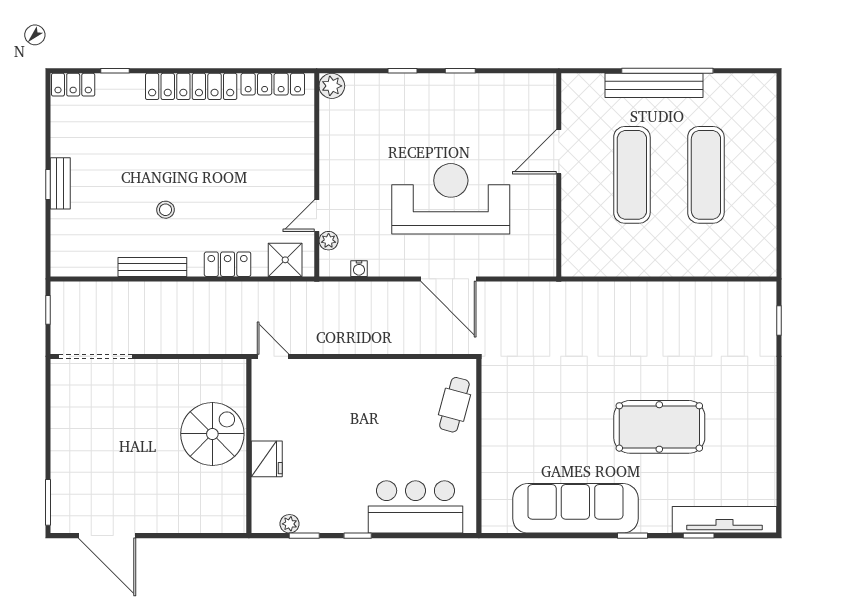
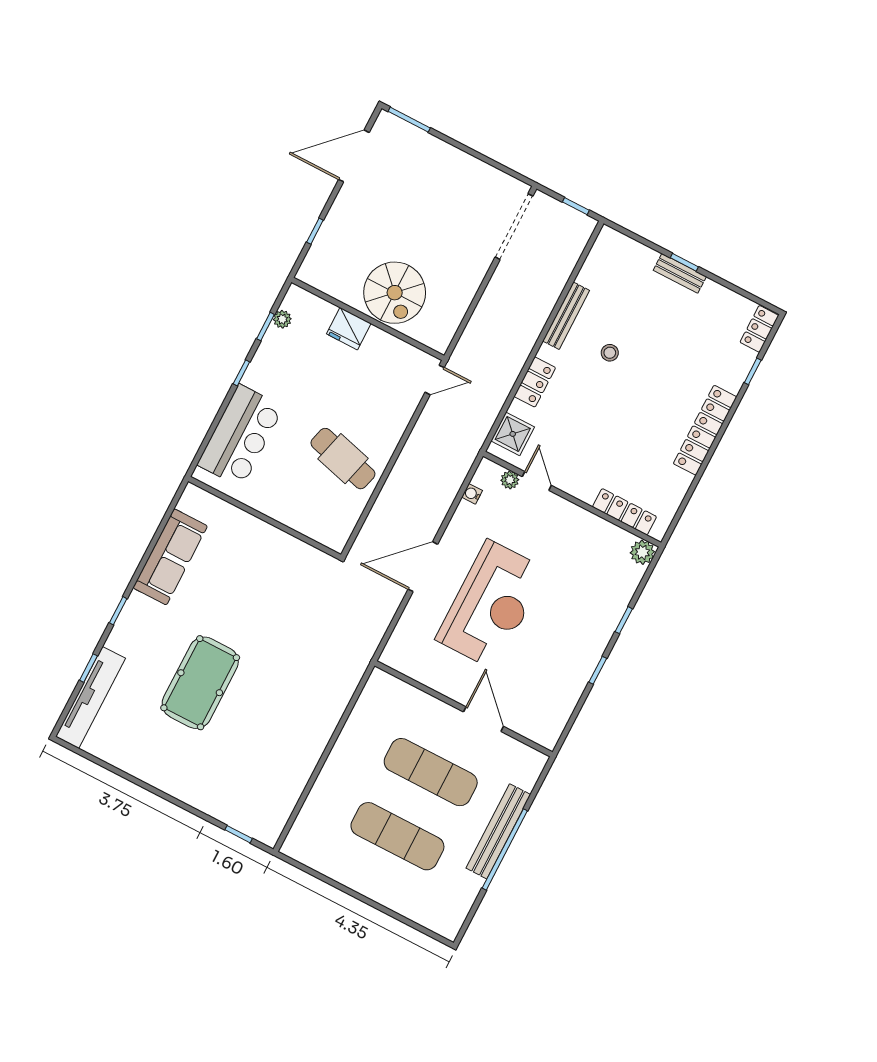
locker: (273, 84) -> (625, 512), moved, turned 90
cafe table: (454, 405) -> (343, 459), moved, width x1.37, depth x1.35
sofa: (575, 508) -> (170, 557), width x0.74, depth x0.79
window: (194, 536) -> (315, 231), added

